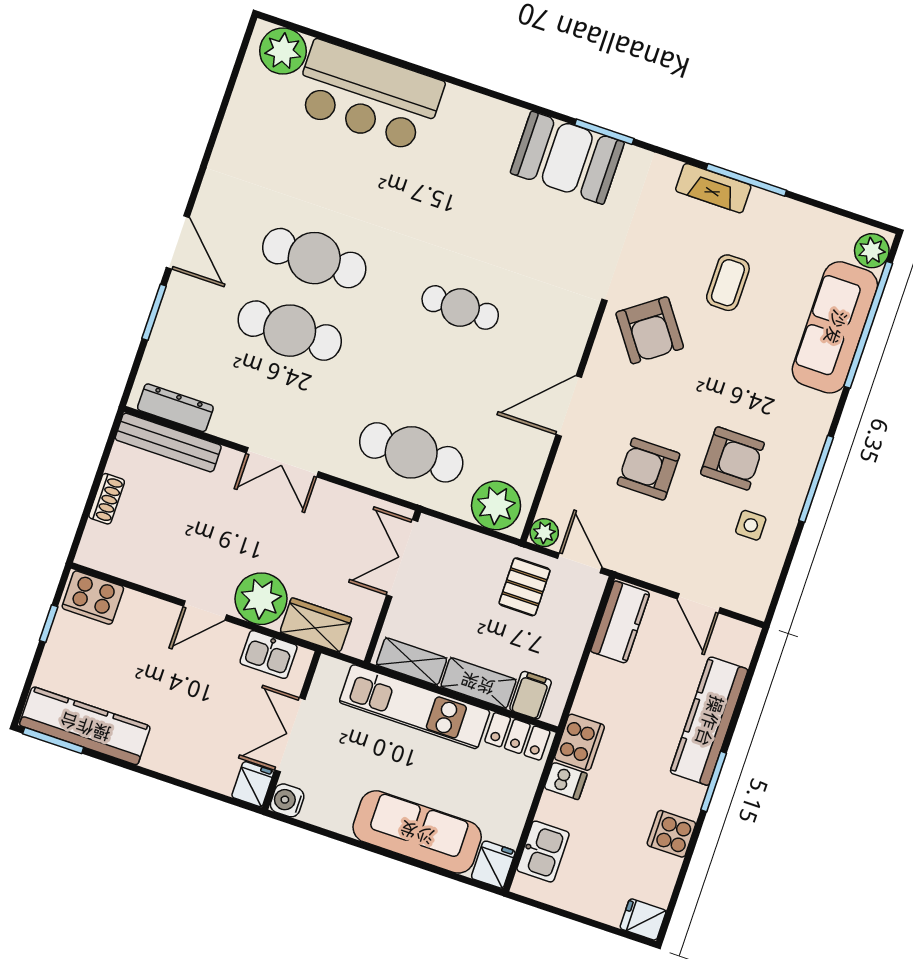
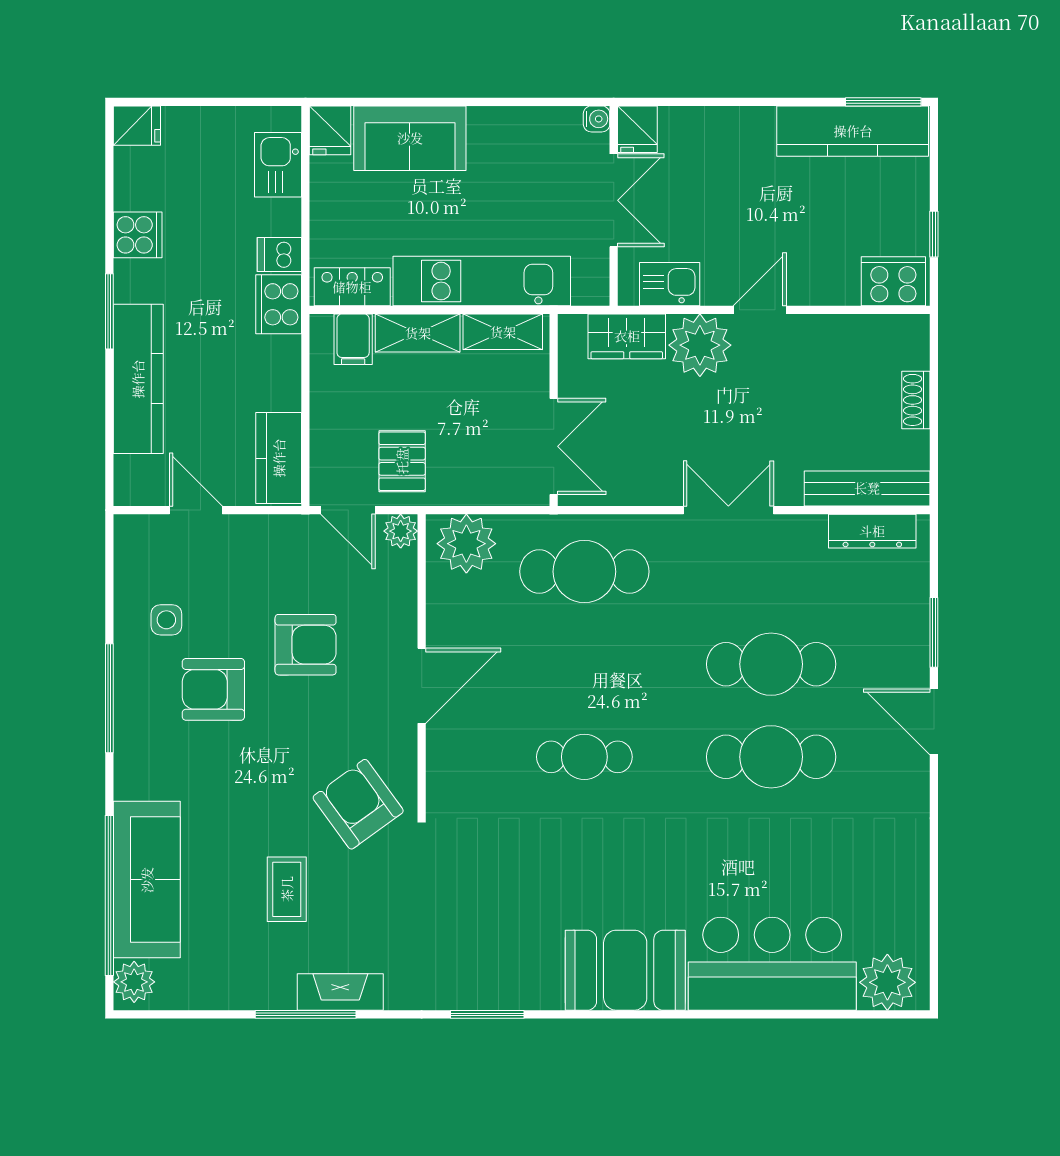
booth: (567, 158) -> (625, 970), moved
water cooler: (287, 800) -> (597, 119), width x0.72, depth x0.72
sofa: (417, 832) -> (410, 138), width x0.73

